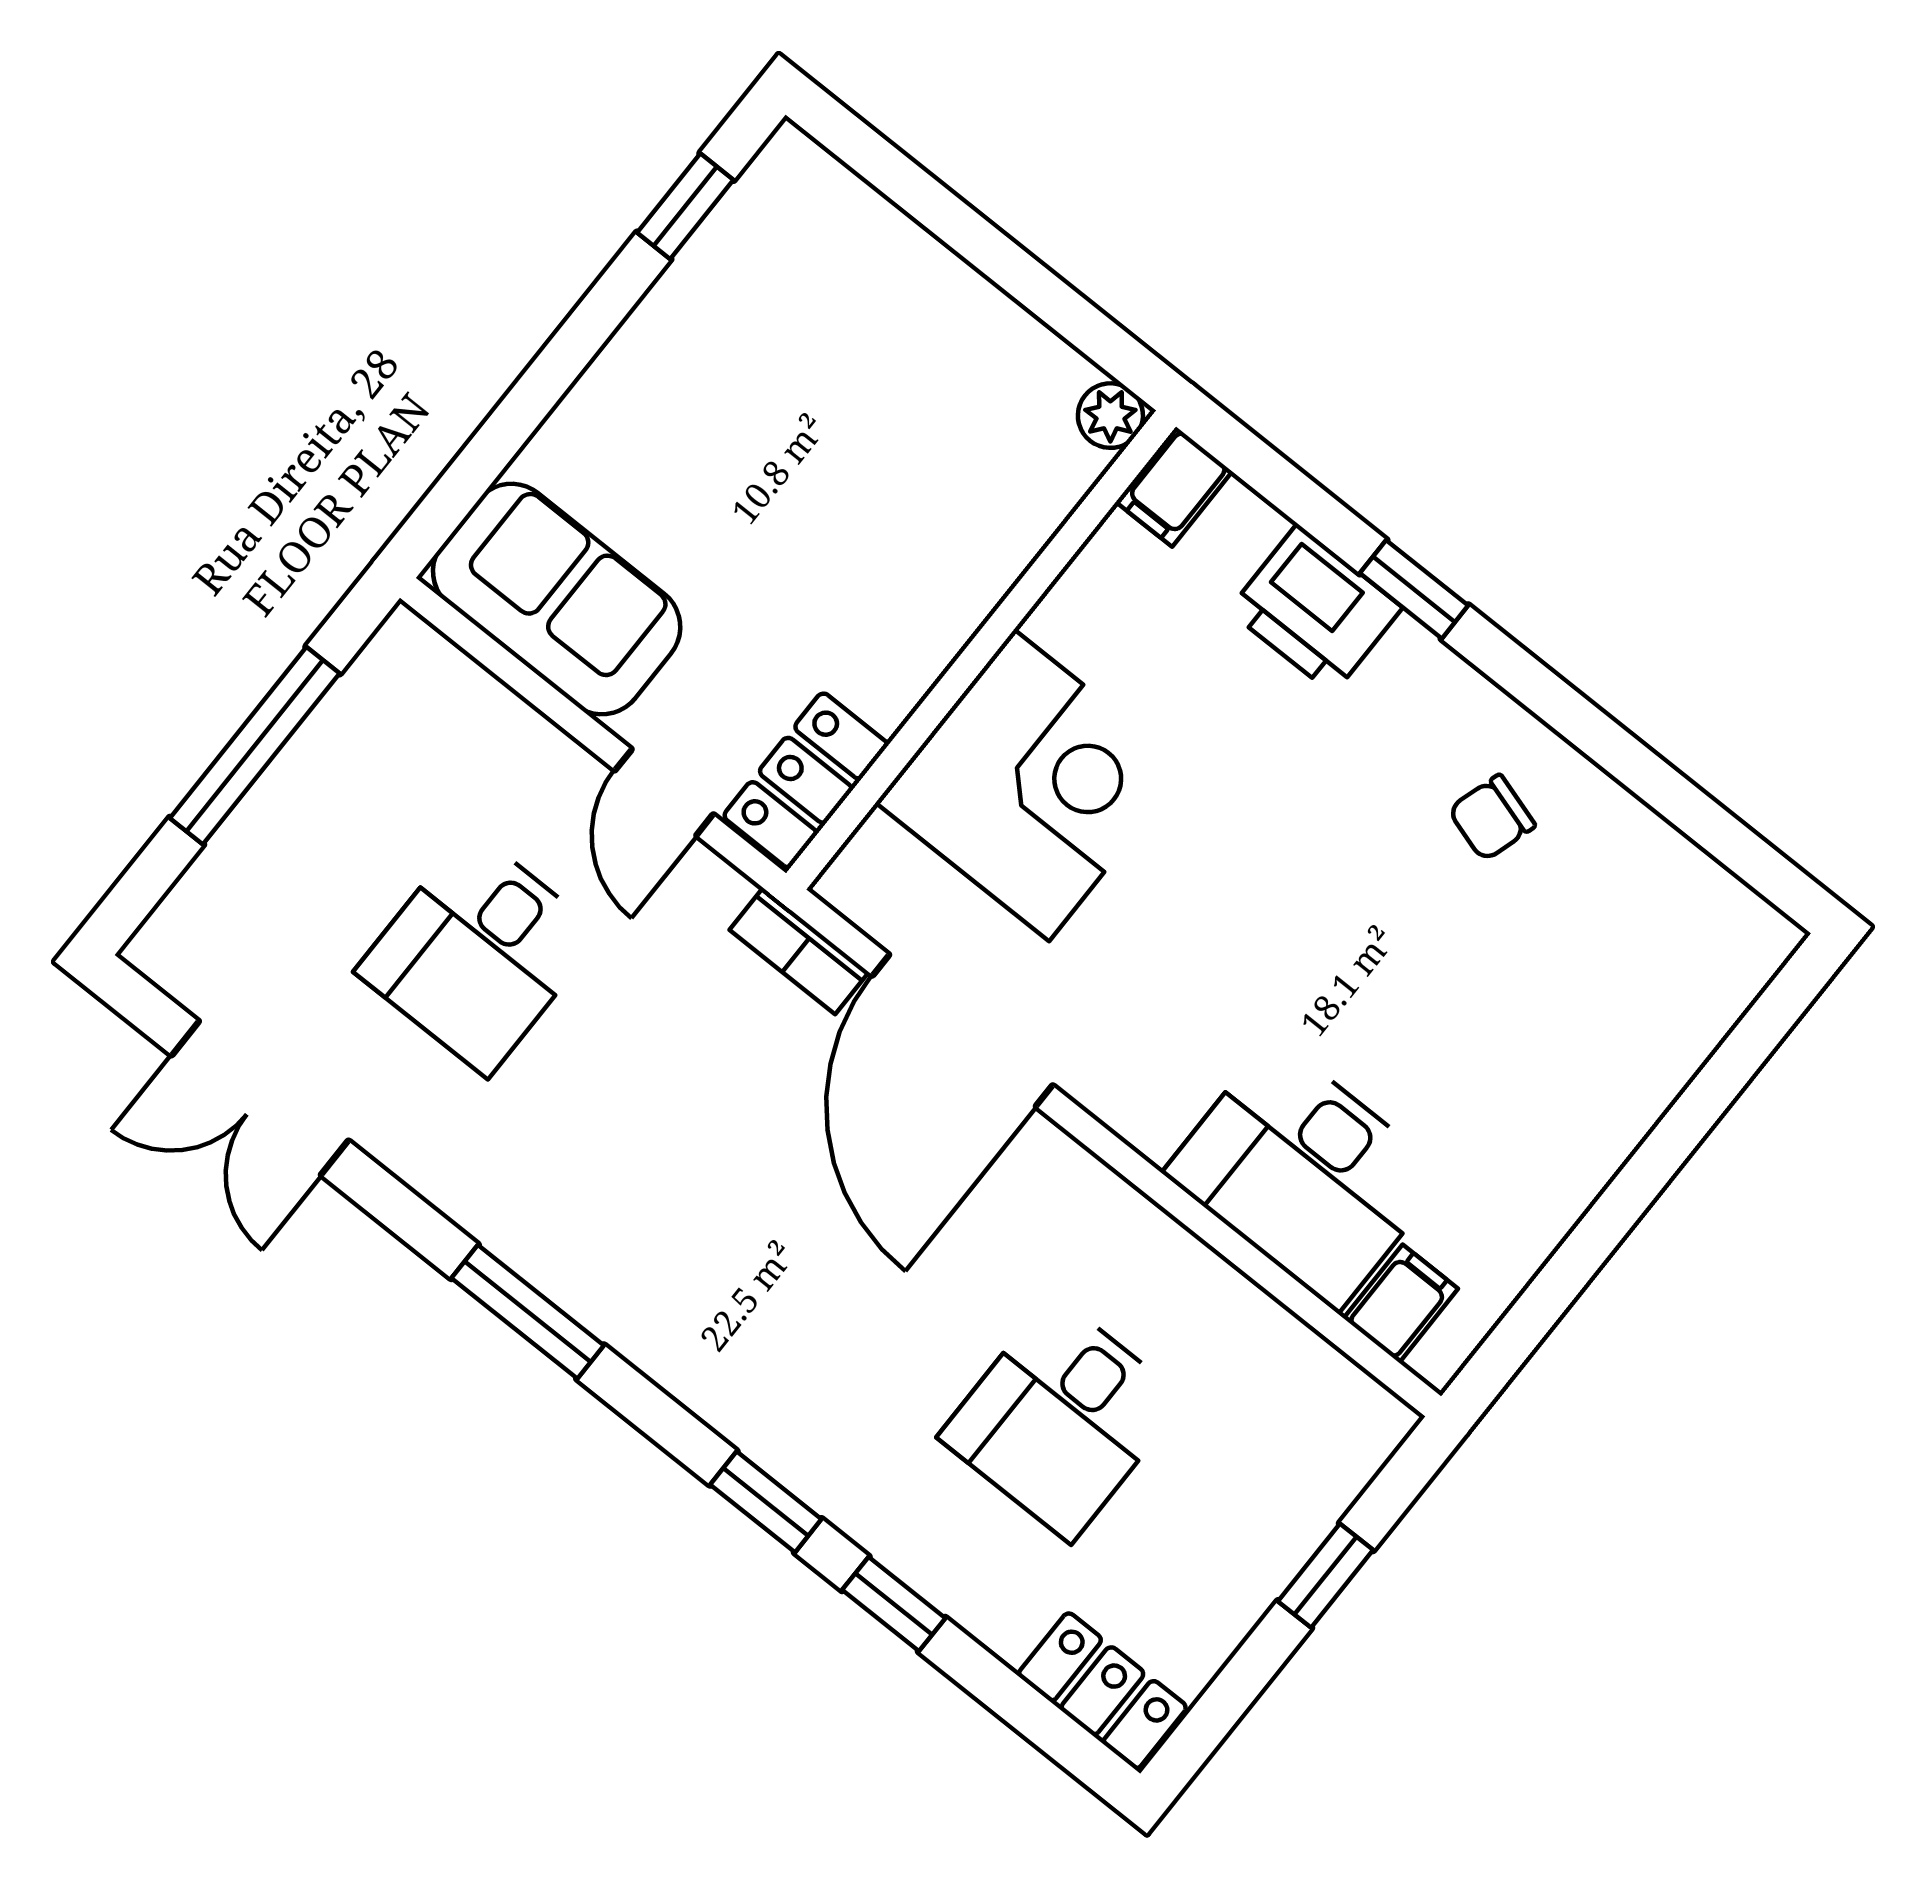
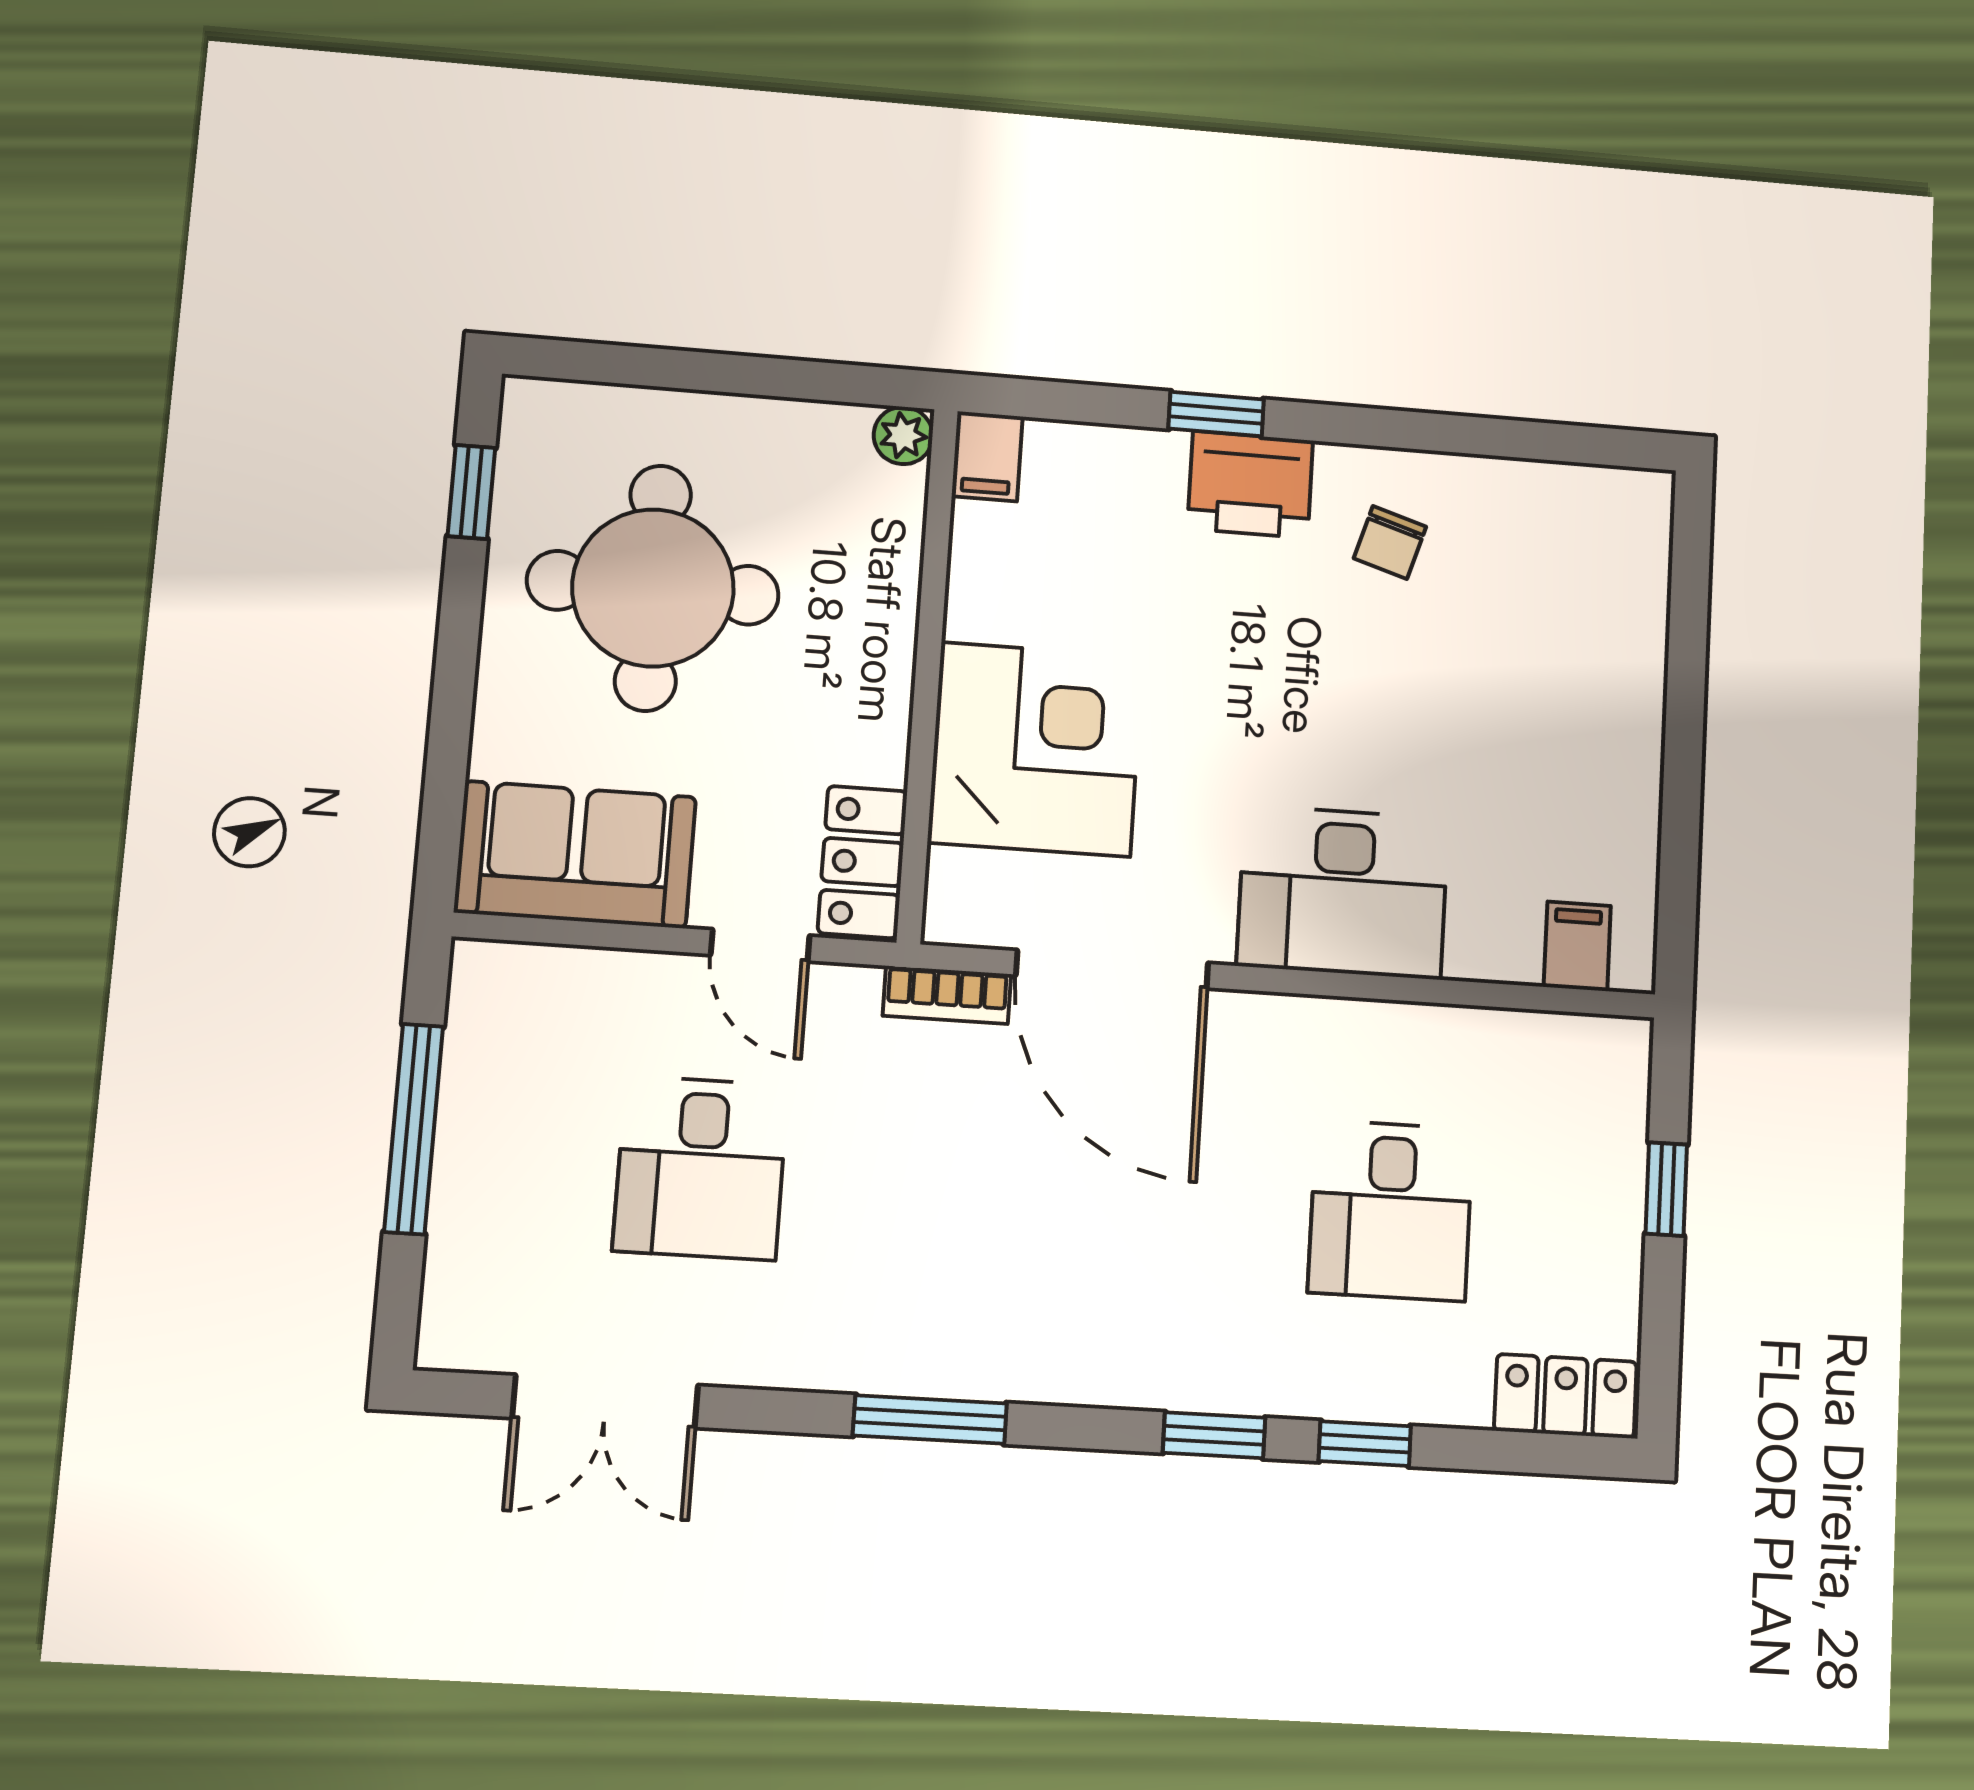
round table: (788, 404) -> (653, 588), added
printer: (1315, 609) -> (1250, 485), moved
desk: (1305, 1174) -> (1343, 892), moved

